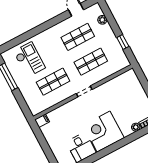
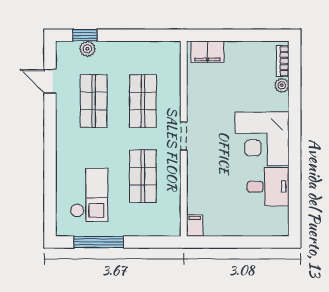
window: (123, 42) -> (85, 35), moved
checkout: (29, 60) -> (89, 195), turned 90
filing cabinet: (133, 81) -> (207, 52), added

